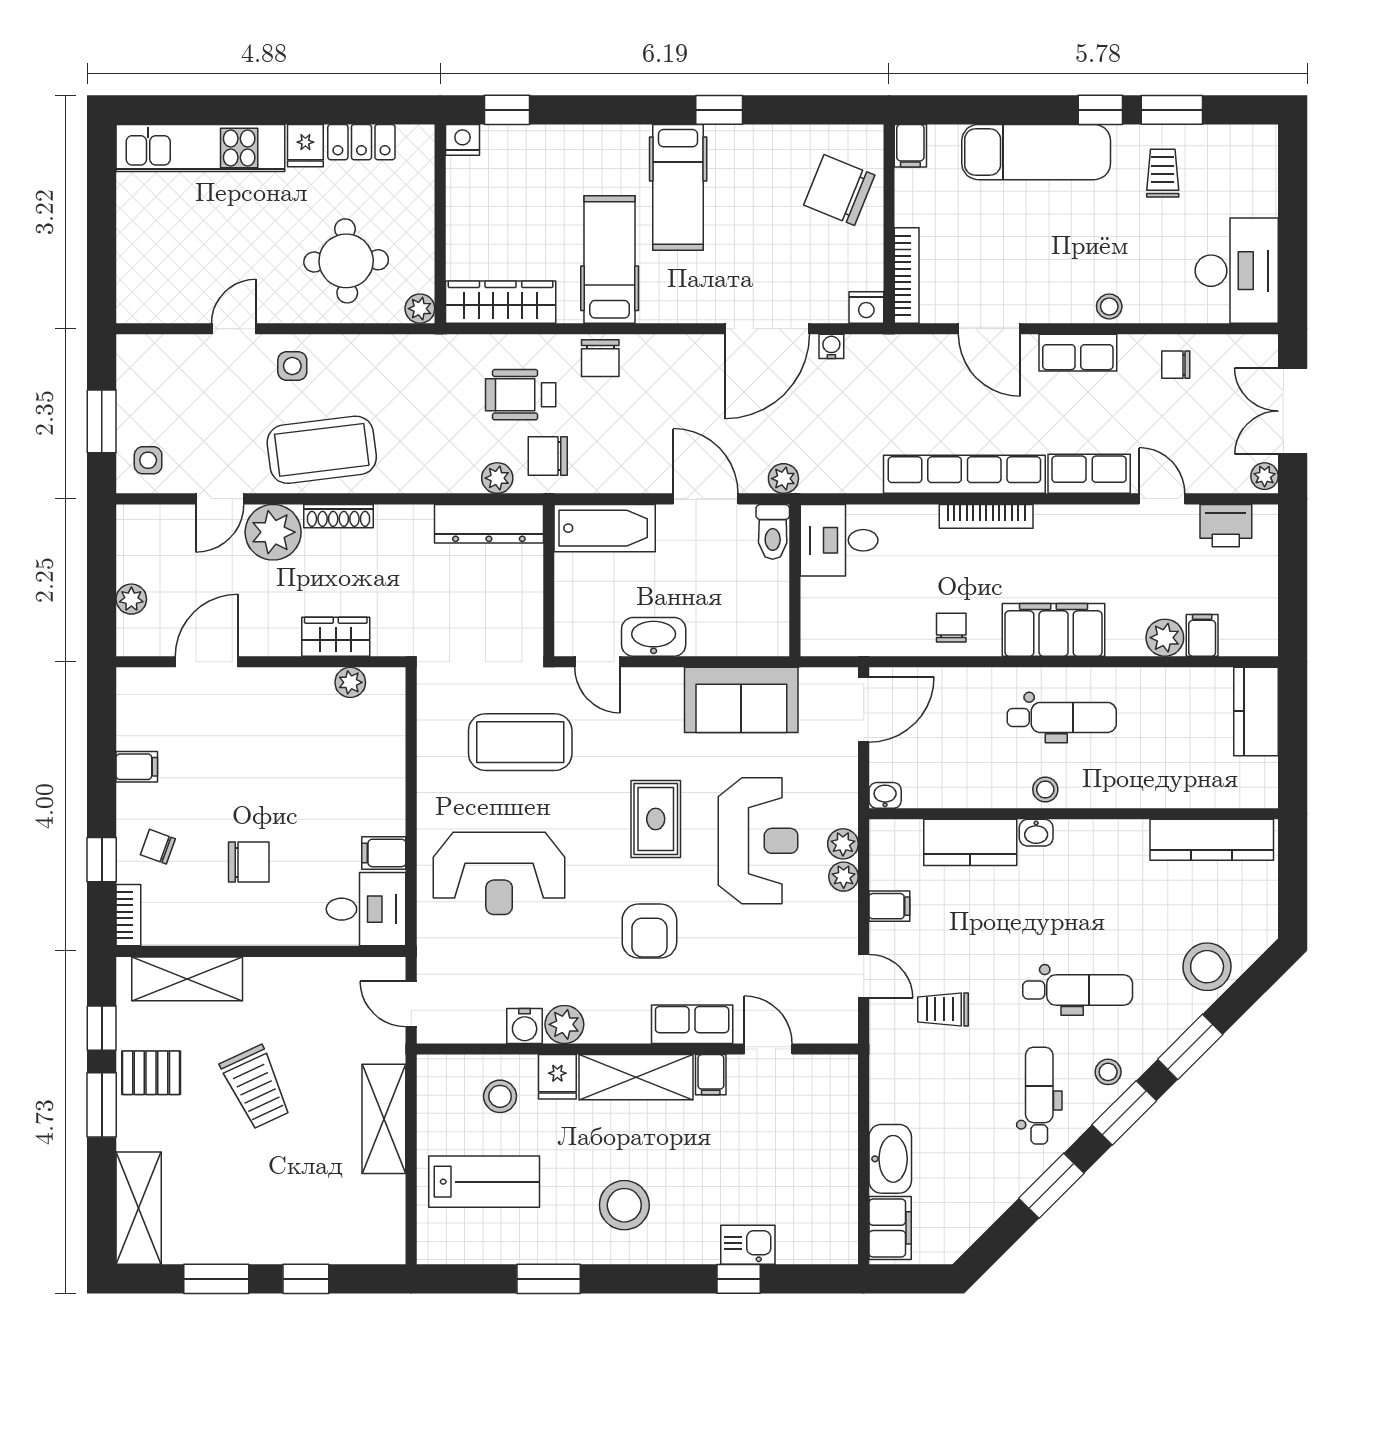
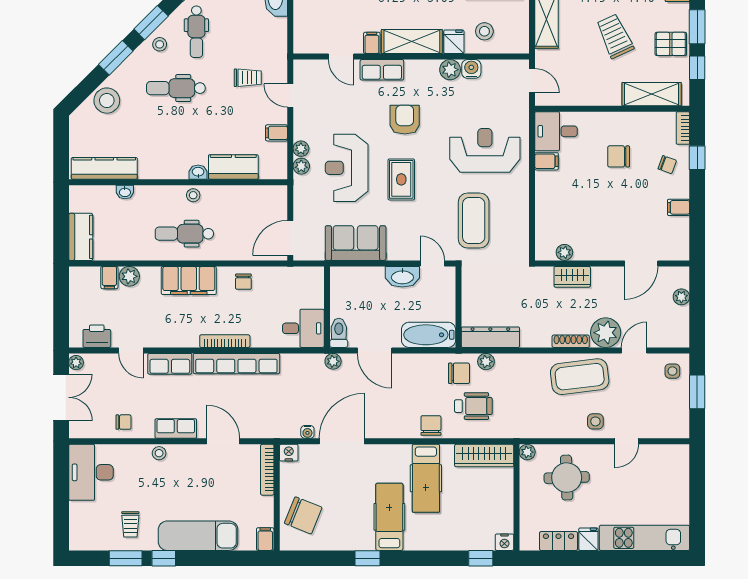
coffee table: (520, 742) -> (474, 221), turned 90
washbasin: (885, 795) -> (125, 192), moved

